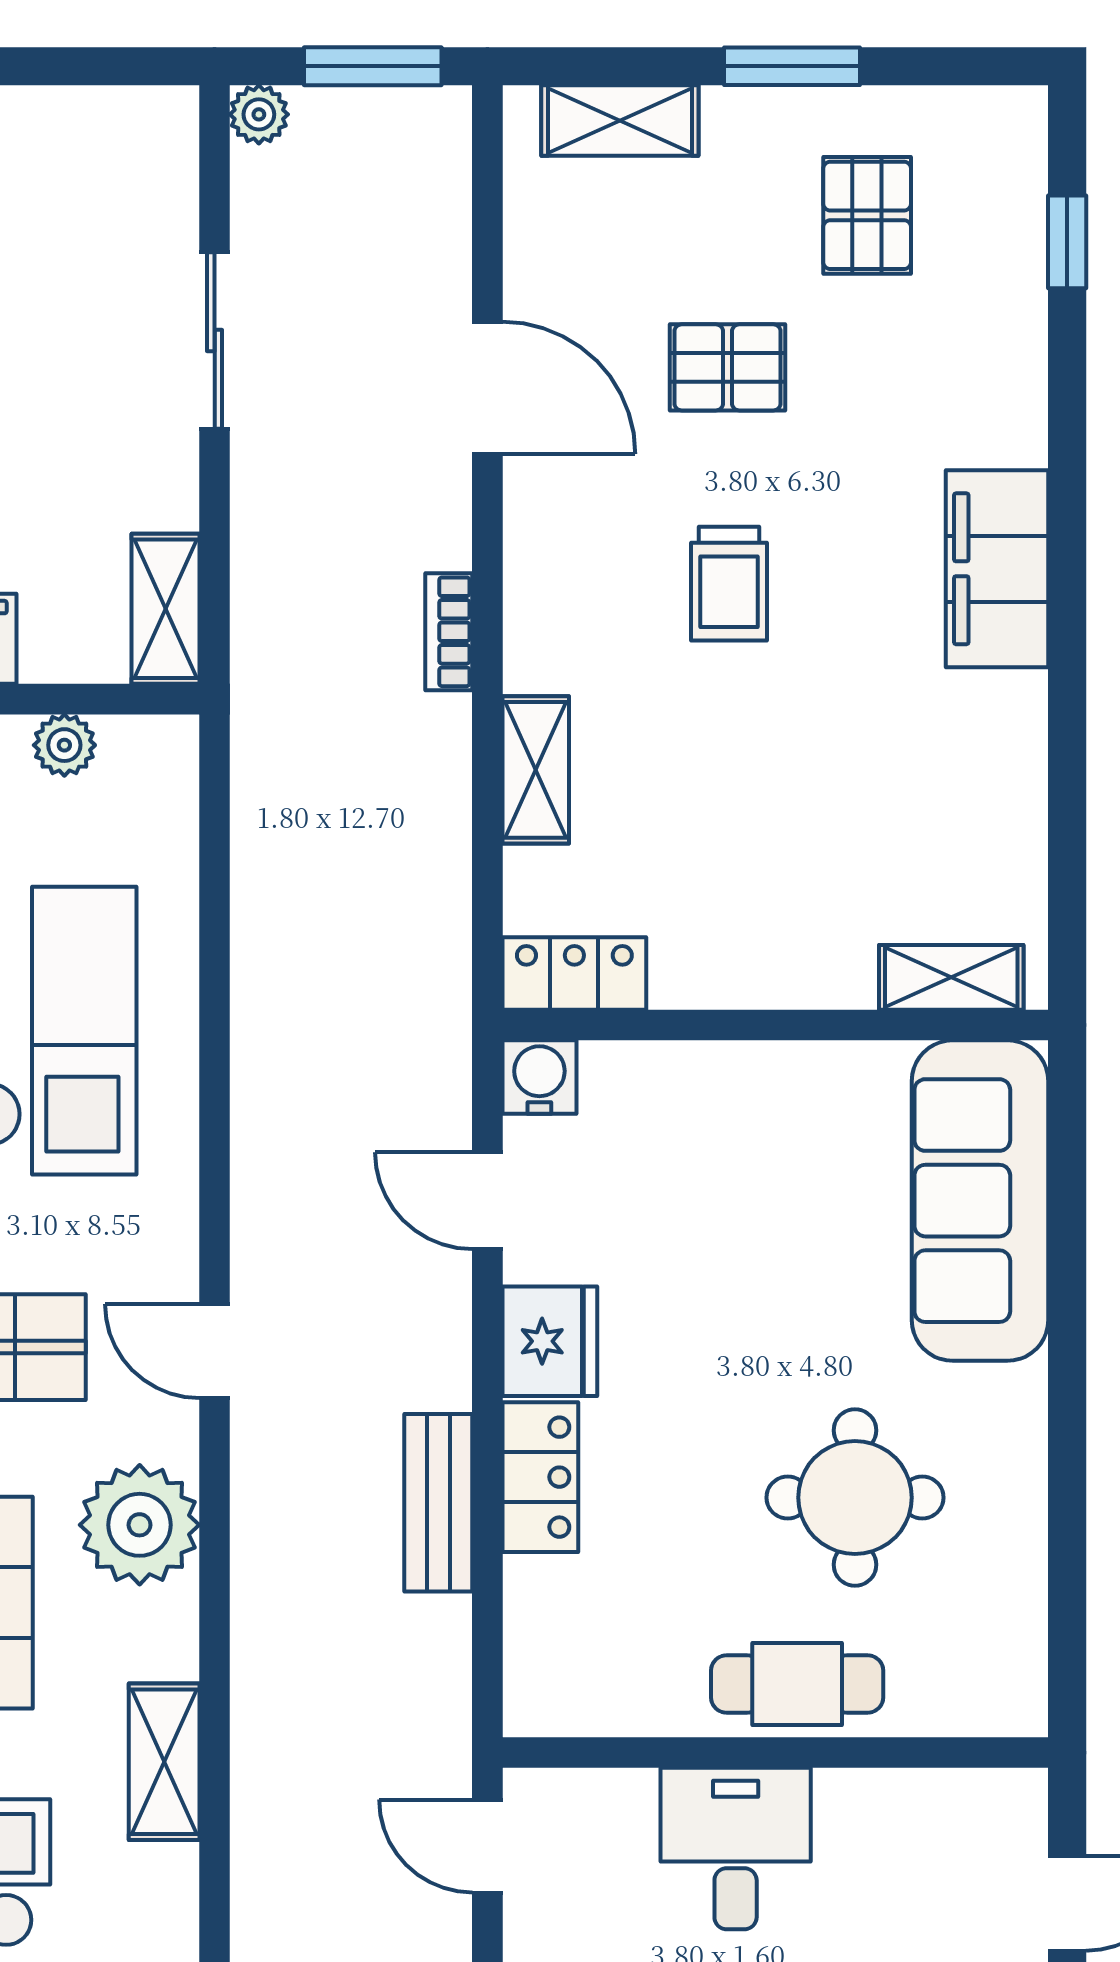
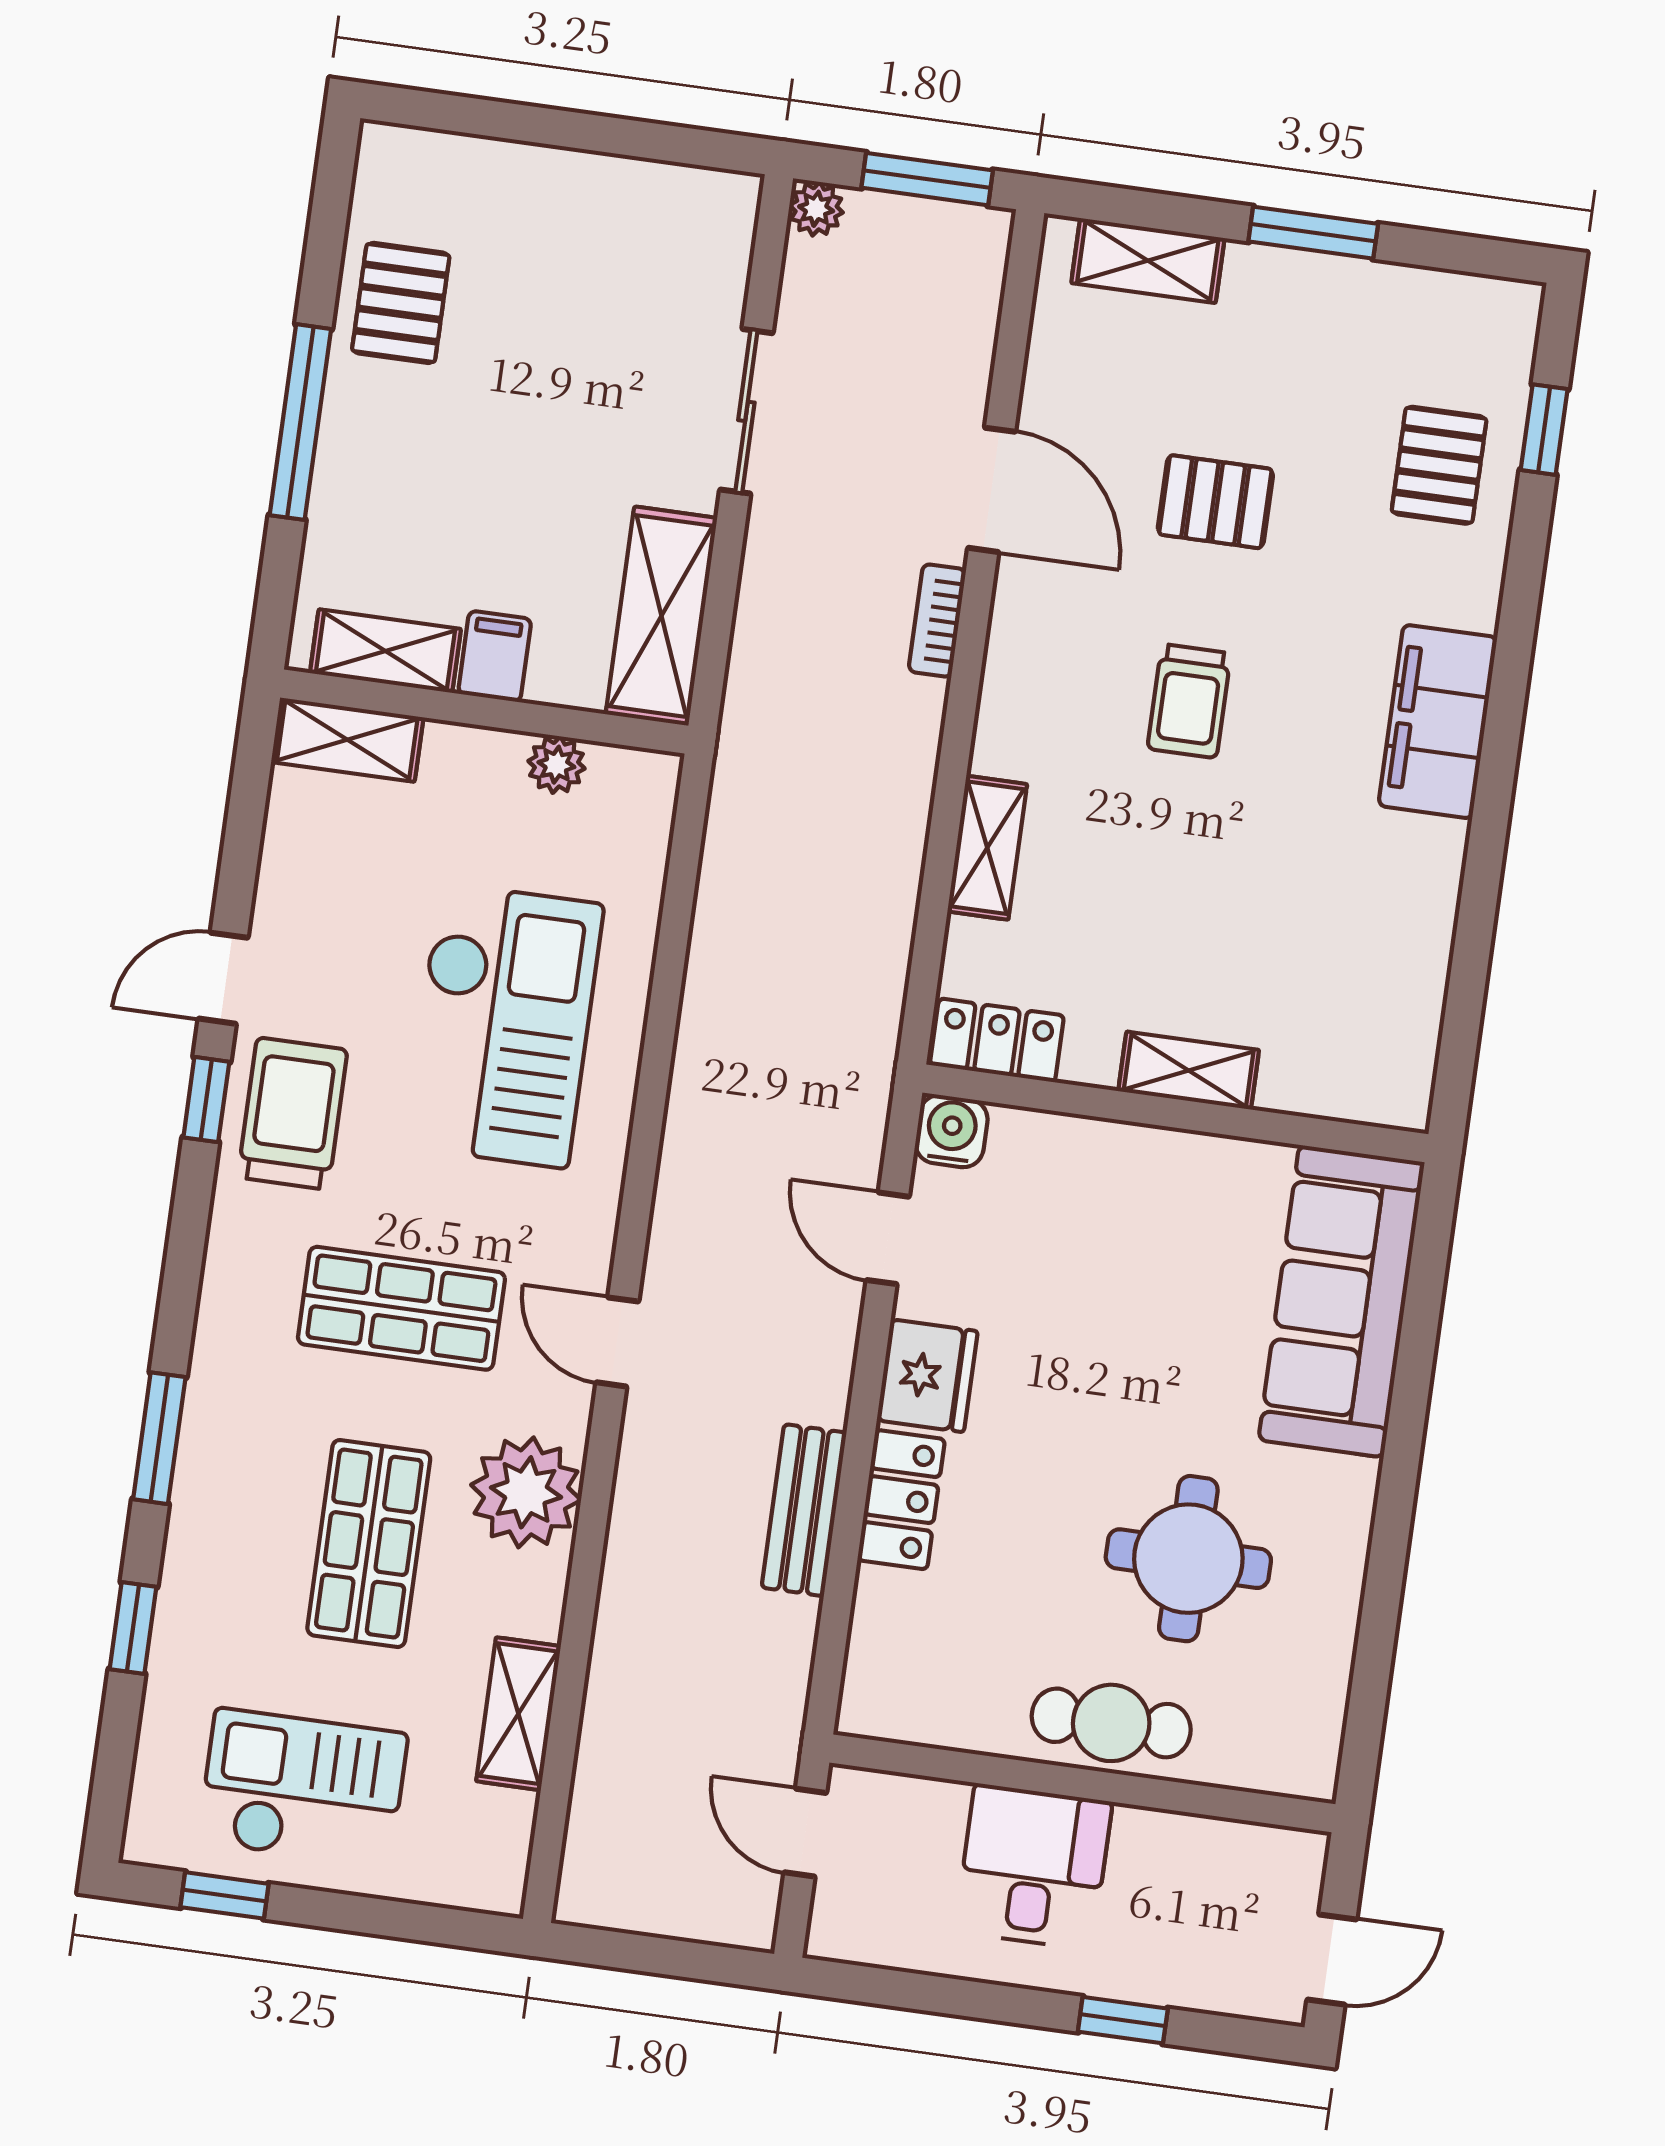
pallet: (867, 215) -> (1439, 465), moved
shelving: (165, 609) -> (661, 616), width x1.50, depth x1.33
bookcase: (449, 632) -> (937, 621), moved
shelving: (951, 977) -> (1189, 1071), moved

